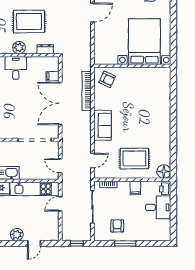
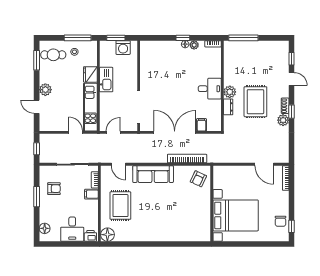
dresser: (45, 49) -> (228, 107), moved
sofa: (102, 125) -> (153, 174), width x1.36
filing cabinet: (135, 188) -> (91, 194), moved
floor lamp: (158, 235) -> (45, 228), added

